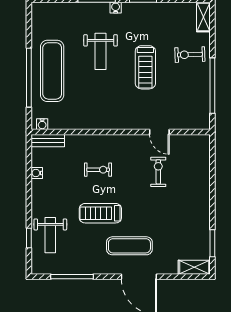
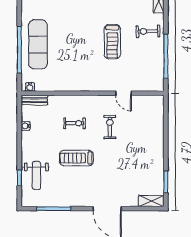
weight bench: (101, 51) -> (77, 29), removed
exercise bike: (158, 172) -> (110, 127), moved
exercise mat: (129, 246) -> (100, 184), removed

